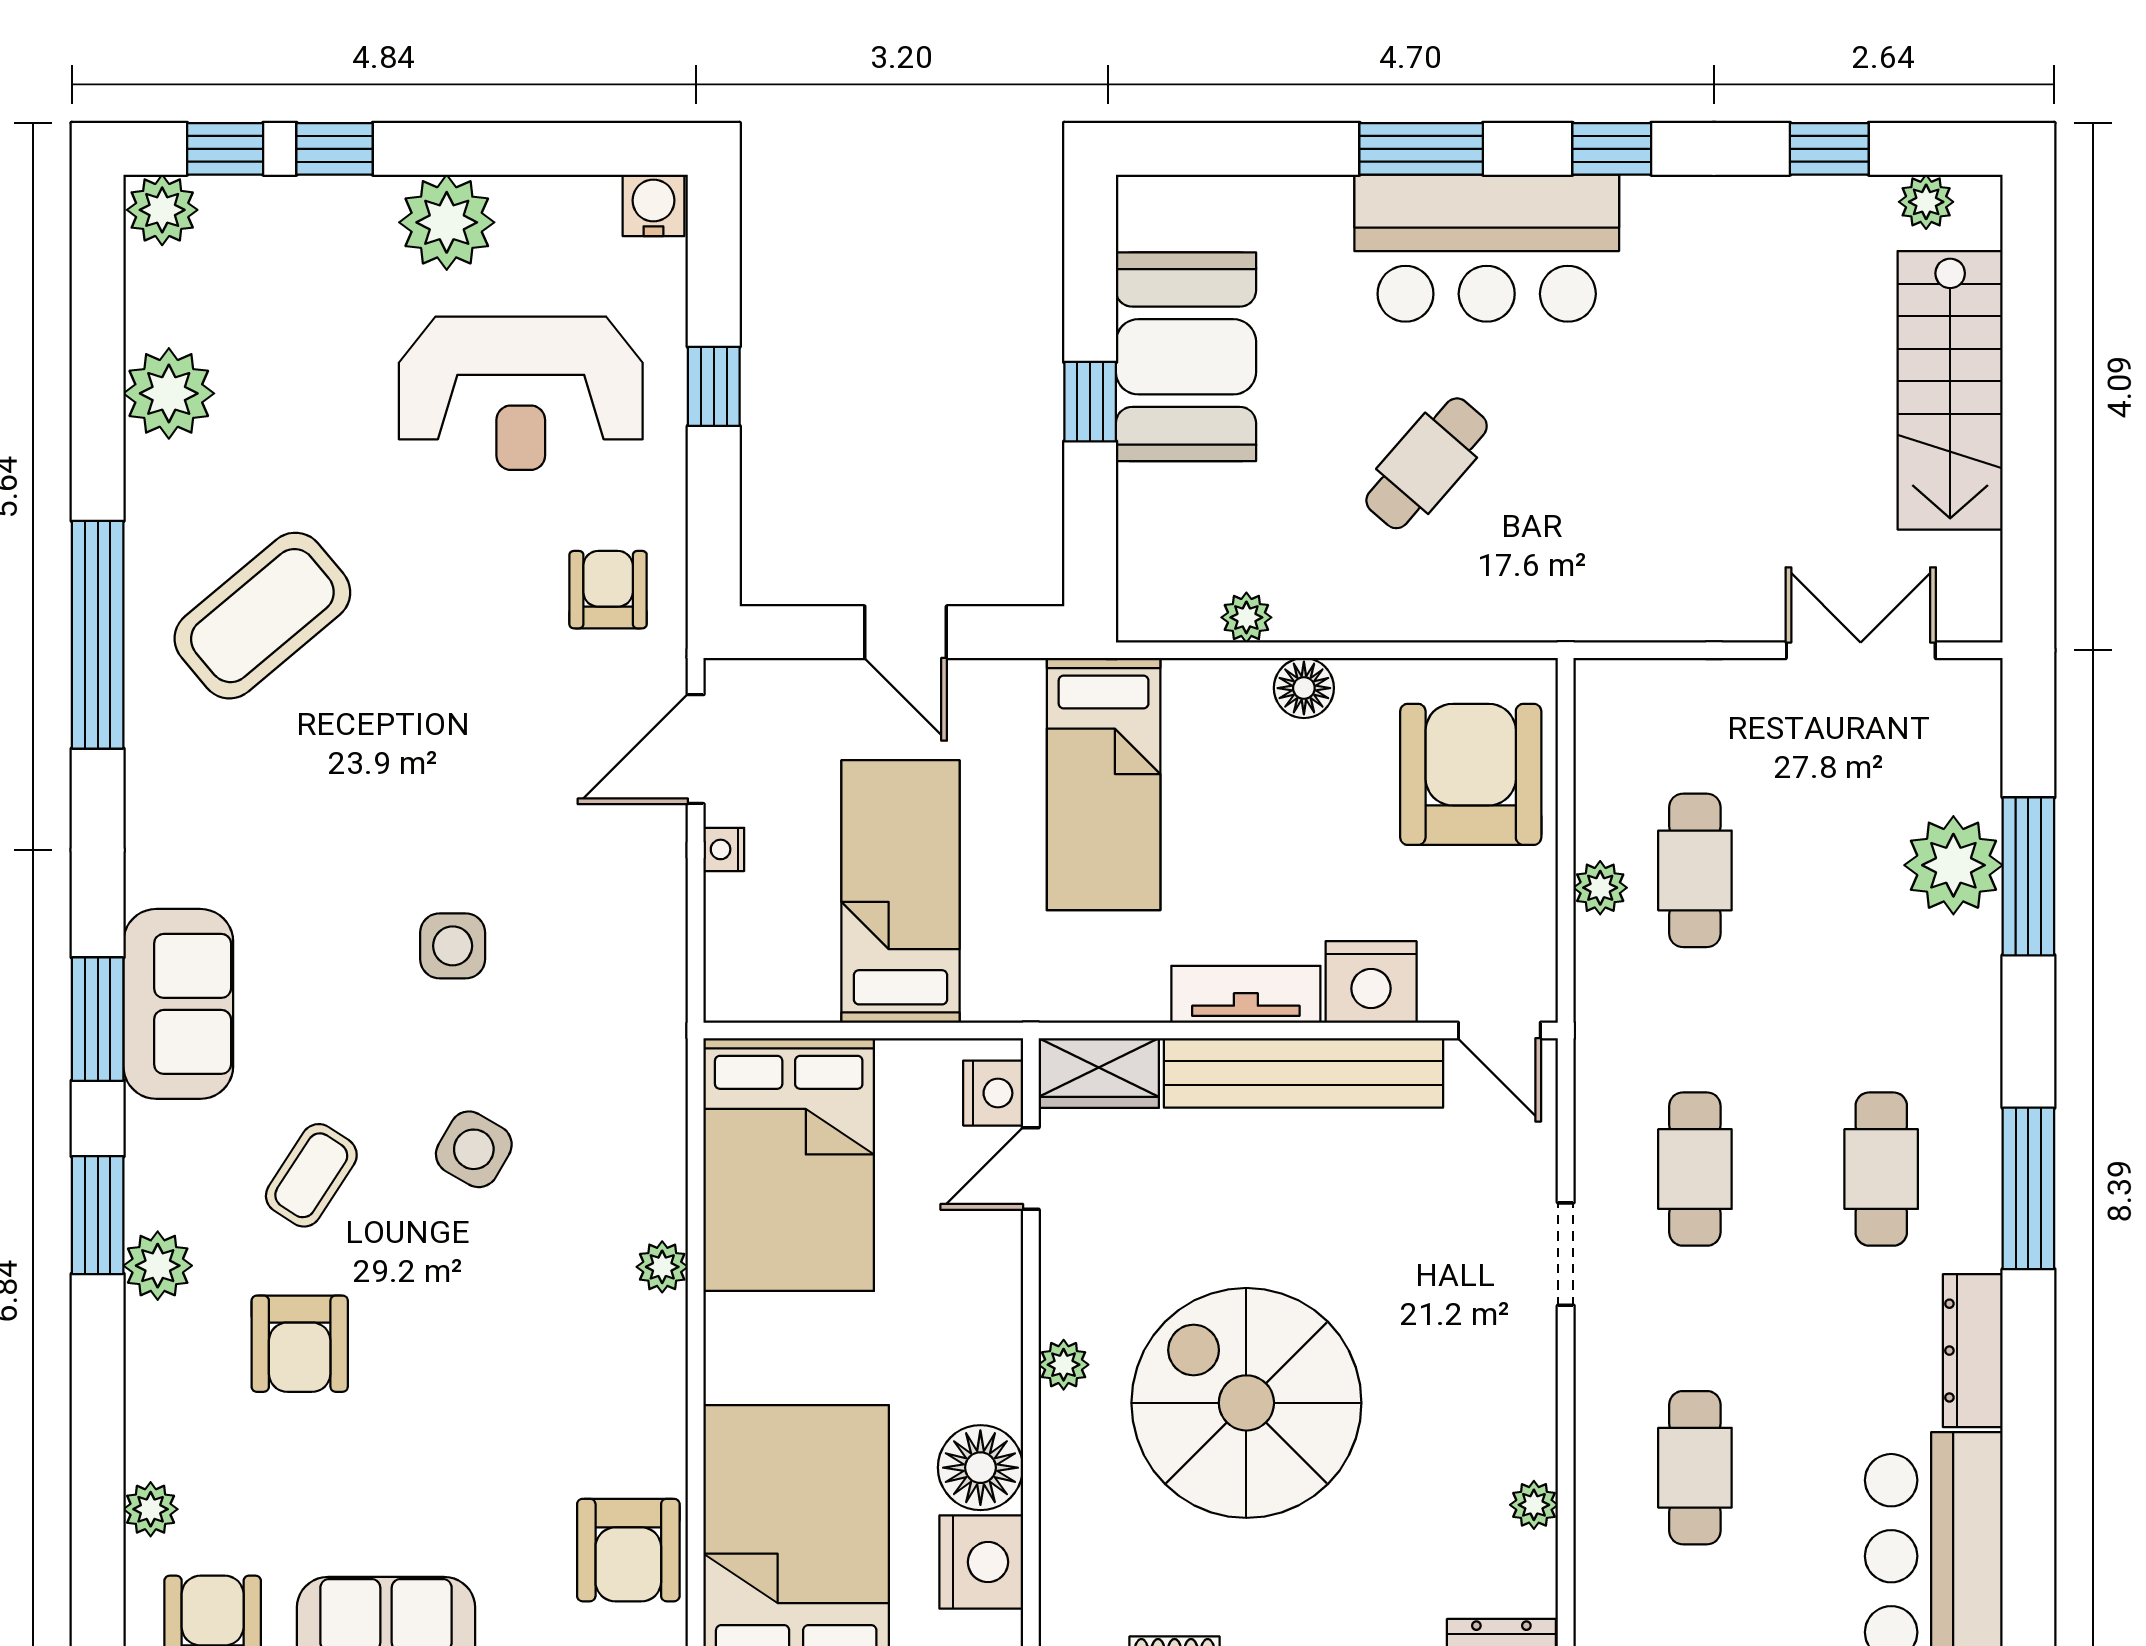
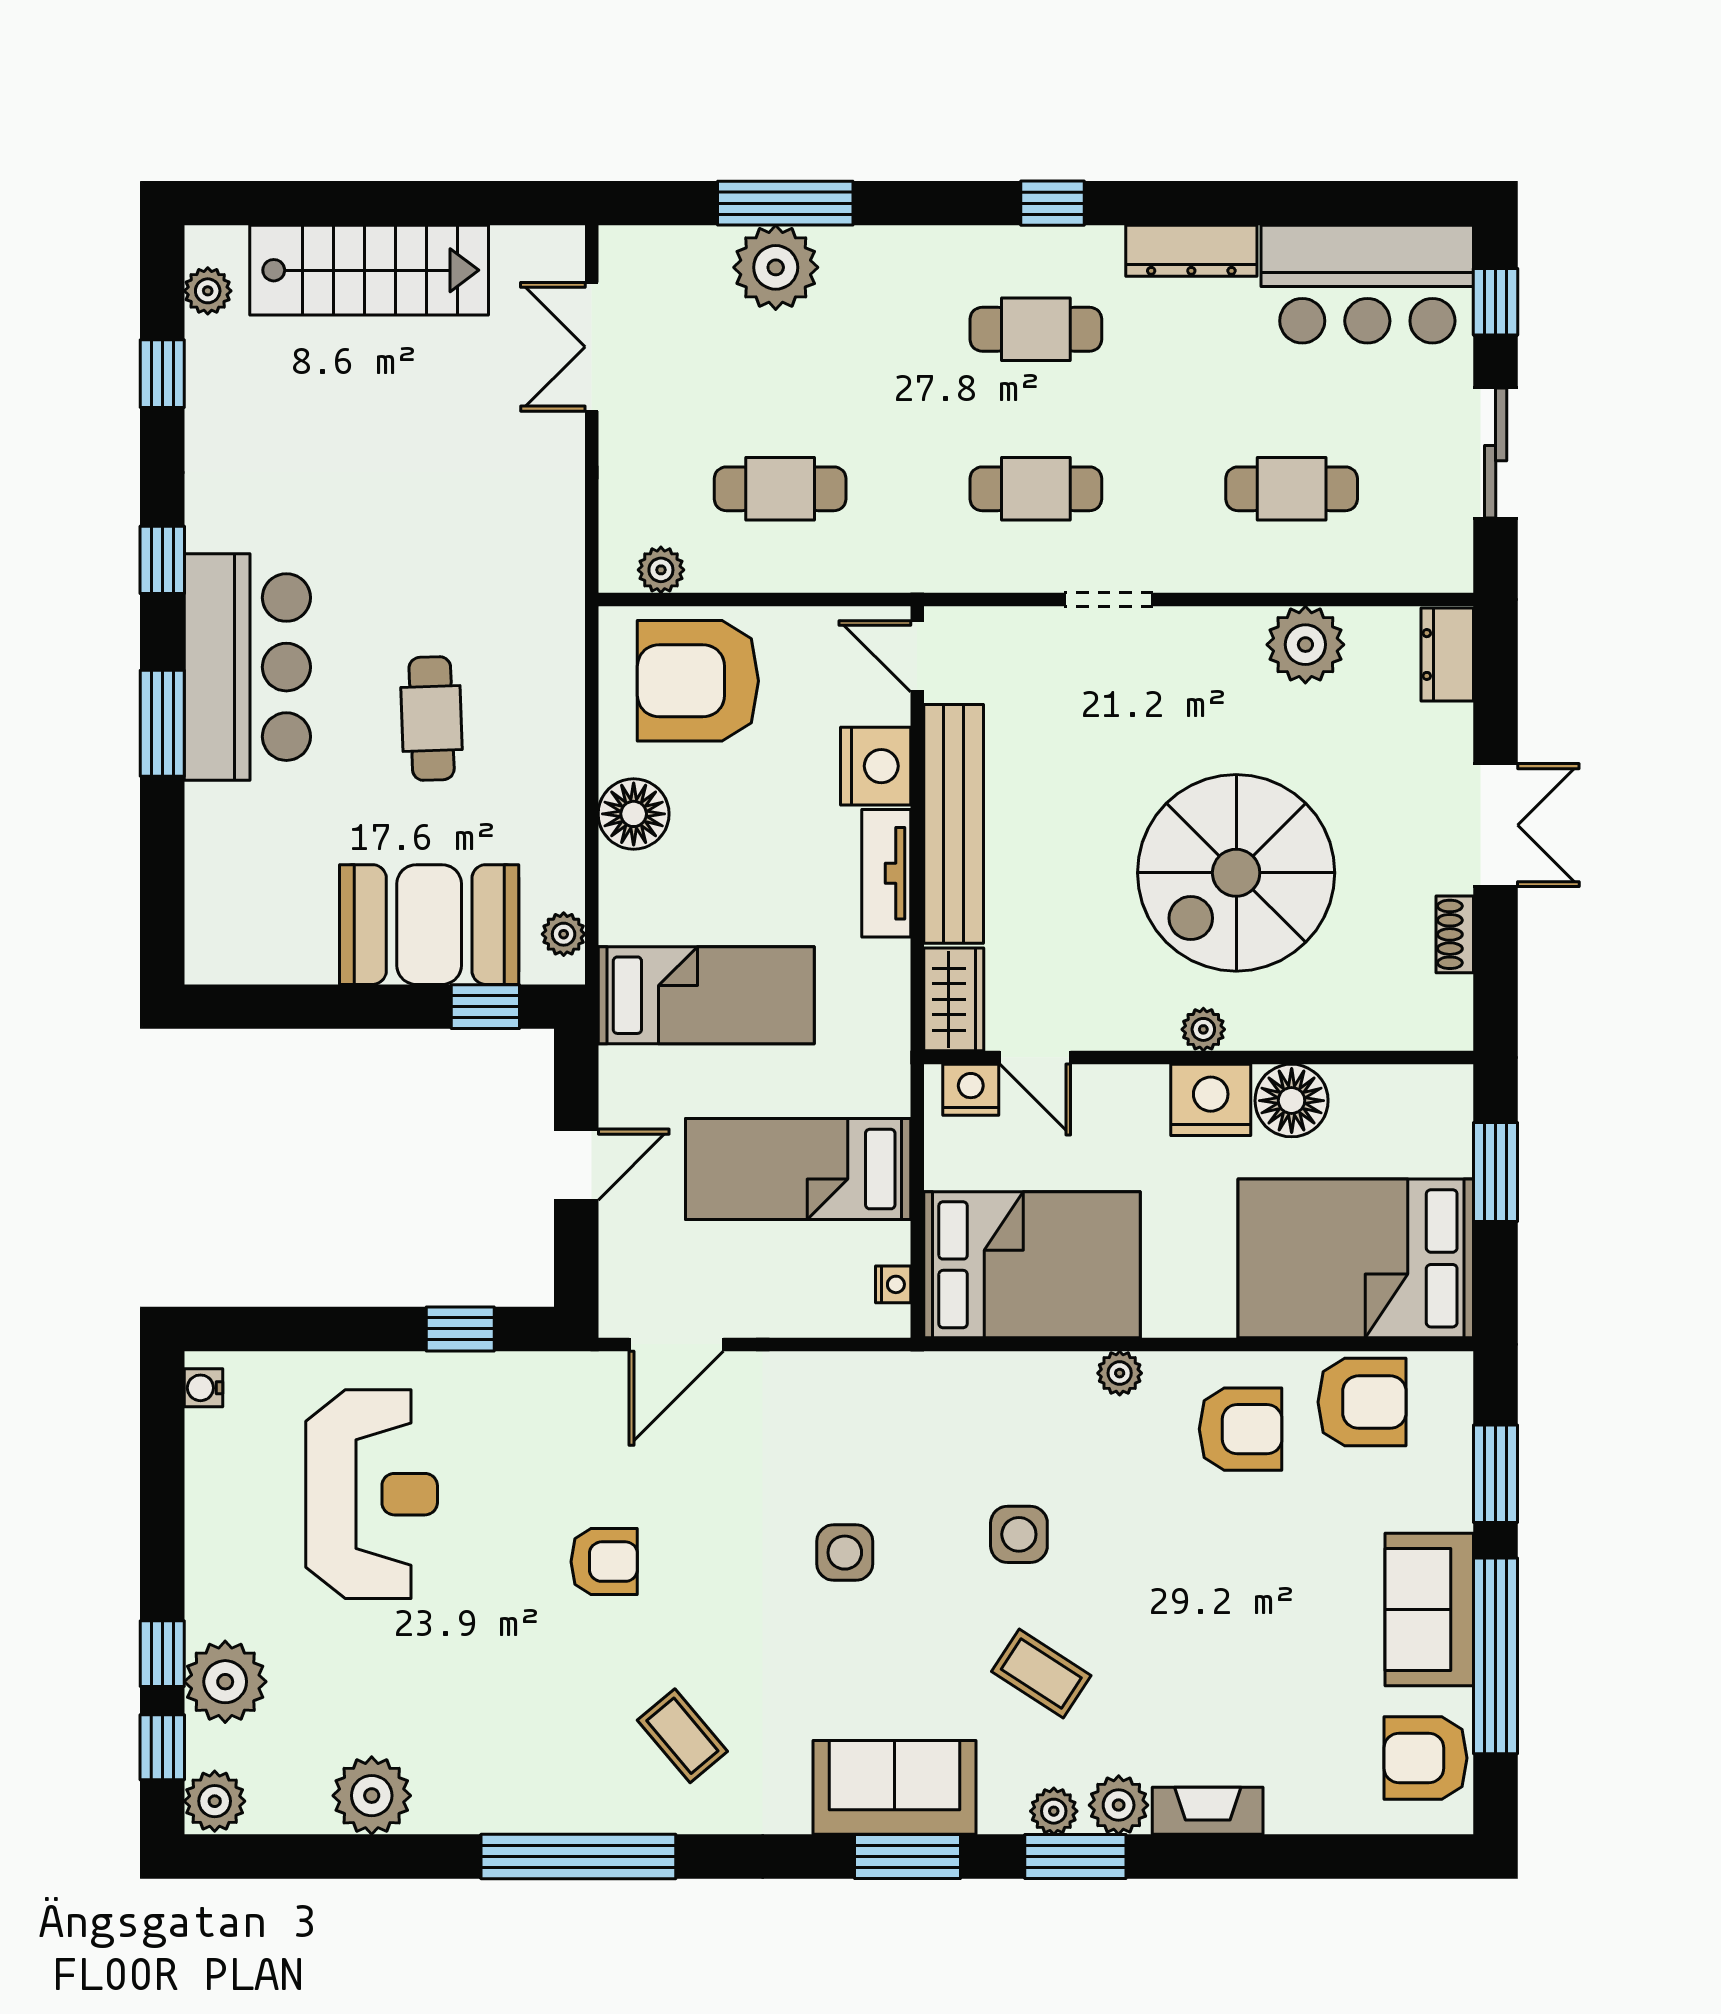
water cooler: (653, 205) -> (203, 1388), width x0.72, depth x0.72
plant: (447, 222) -> (225, 1682), moved
booth: (1186, 357) -> (429, 925), moved
window: (714, 386) -> (460, 1329), moved
window: (1090, 402) -> (485, 1007), moved
cafe table: (1427, 463) -> (432, 719), turned 47
armchair: (608, 590) -> (604, 1562), moved, turned 180
coffee table: (262, 616) -> (682, 1736), moved, width x0.54, depth x0.58
plant: (1246, 617) -> (564, 934), moved
floor lamp: (1304, 688) -> (634, 814), width x1.38, depth x1.38
door: (696, 749) -> (676, 1344), hinge flipped
nightstand: (724, 849) -> (893, 1284), moved, turned -90
plant: (1600, 888) -> (661, 570), moved
door: (1499, 1030) -> (917, 656), swing flipped
side table: (474, 1149) -> (1019, 1534), turned -30
window: (2028, 1188) -> (1052, 203), width x0.46
armchair: (300, 1344) -> (1241, 1429), moved
fireplace: (151, 1370) -> (1208, 1811), added
plant: (1534, 1505) -> (1305, 645), width x1.87, depth x1.87
plant: (151, 1509) -> (1054, 1811), moved
nightstand: (981, 1562) -> (1211, 1100), moved

